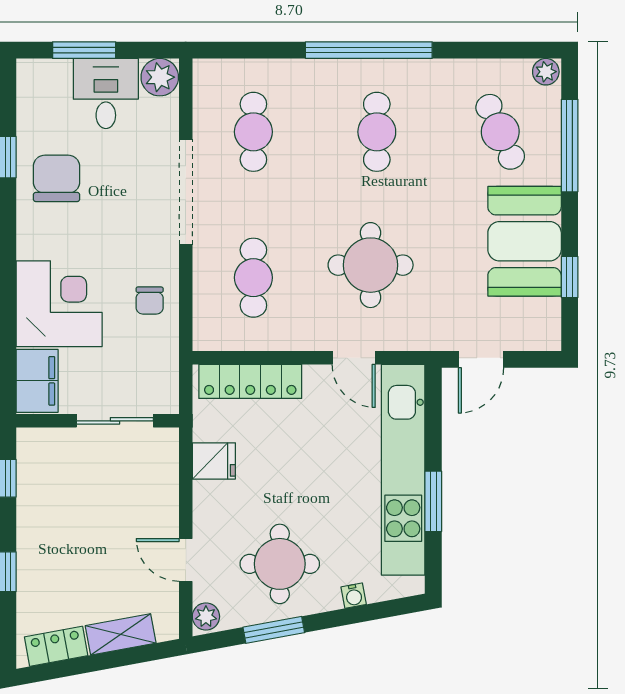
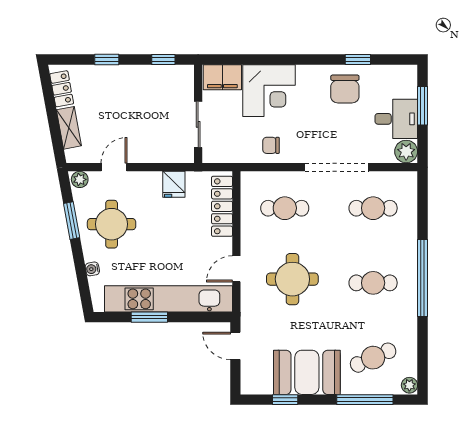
chair: (56, 178) -> (345, 89), turned 90

